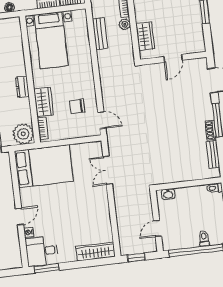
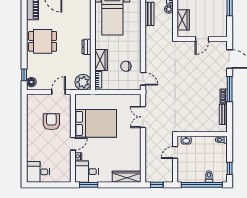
bed: (44, 166) -> (96, 123), moved
door: (157, 228) -> (175, 152), moved

